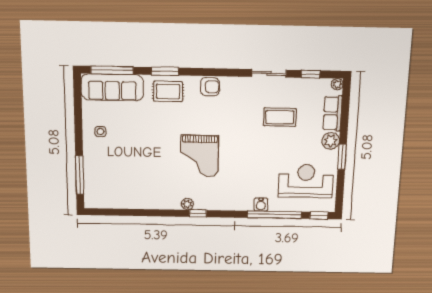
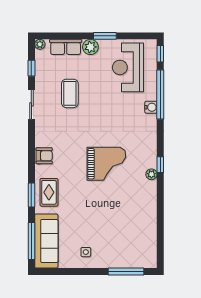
armchair: (210, 87) -> (44, 156), turned 90

